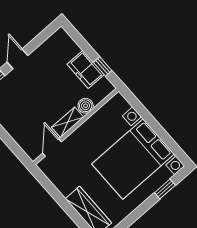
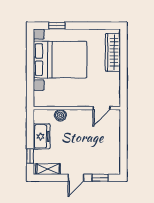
window: (103, 66) -> (30, 156), moved
shelving: (68, 122) -> (48, 169), moved

